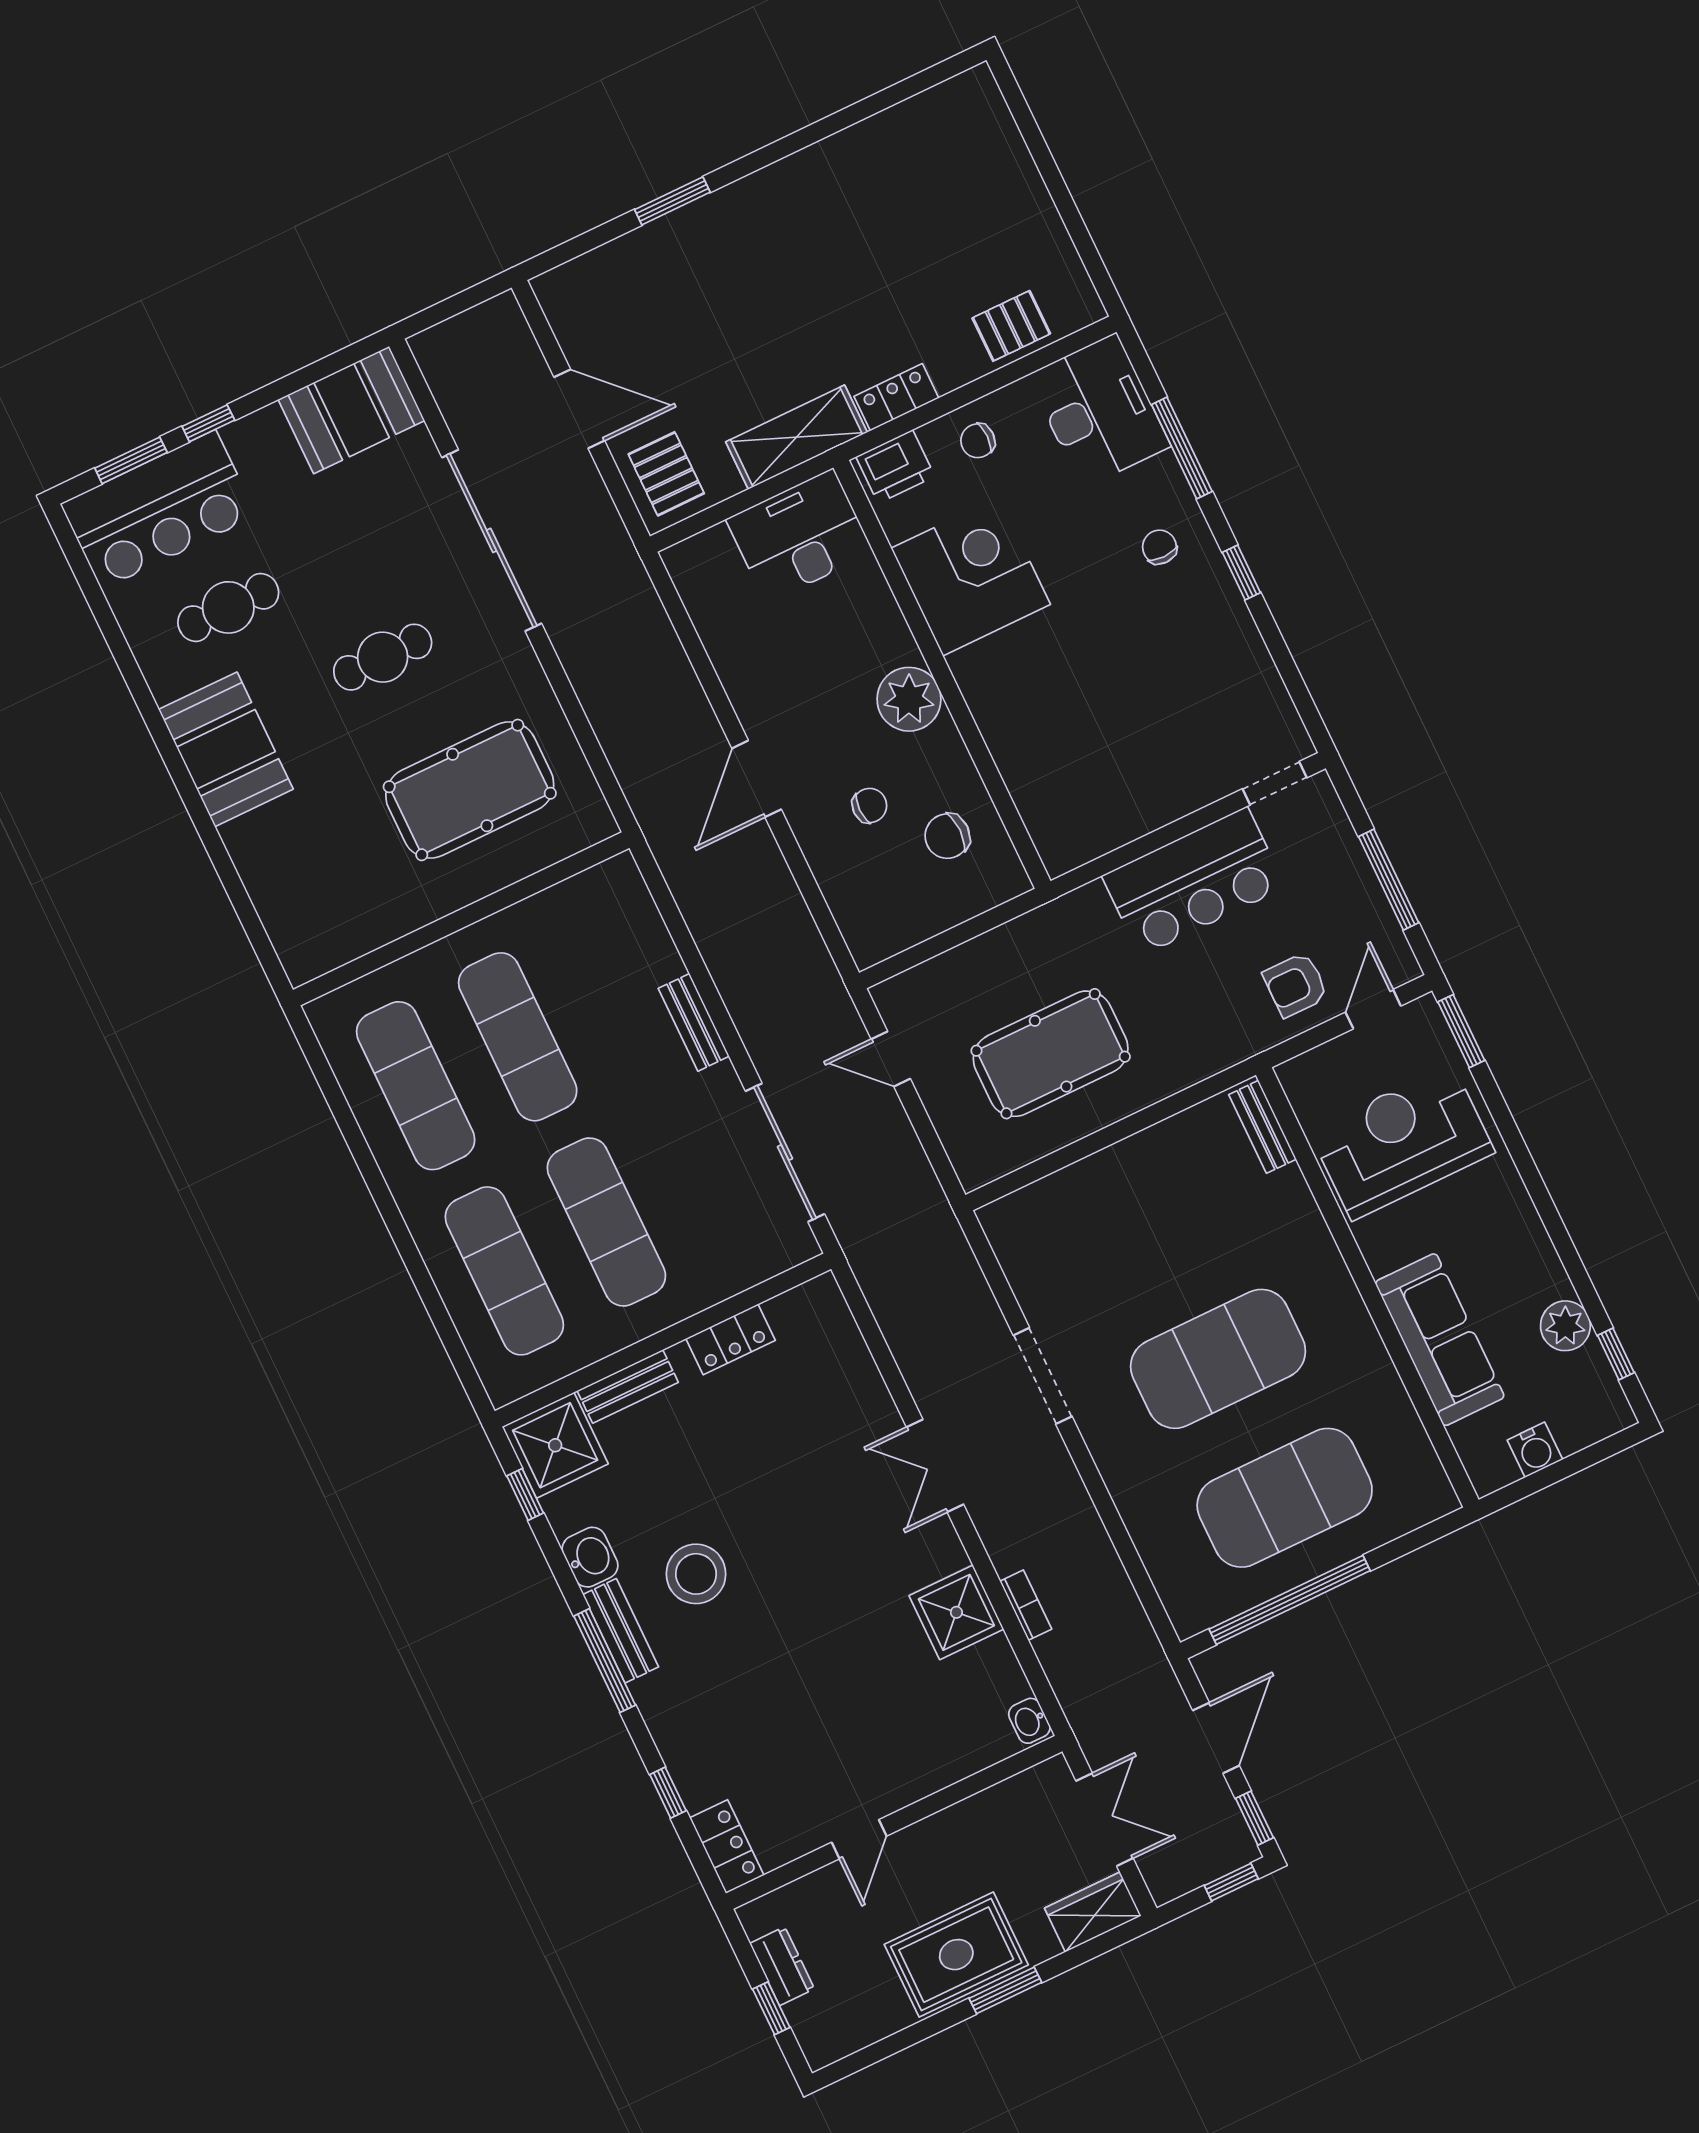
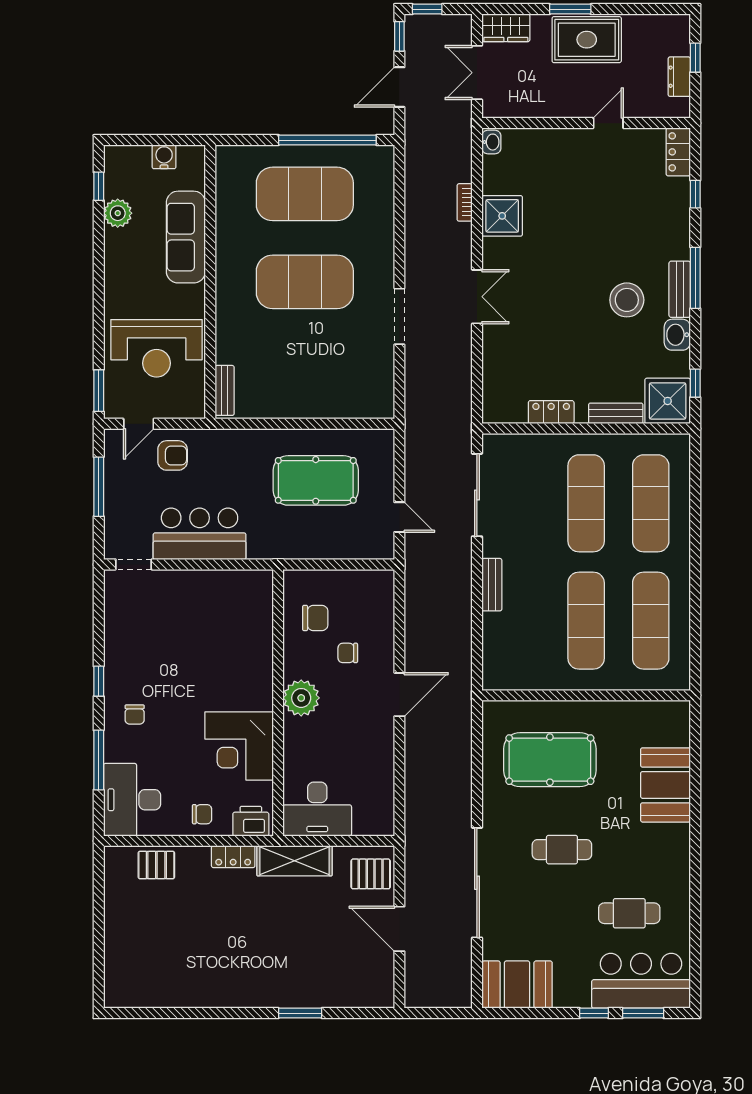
pallet: (666, 474) -> (371, 874), turned 90
booth: (226, 749) -> (665, 785), moved

